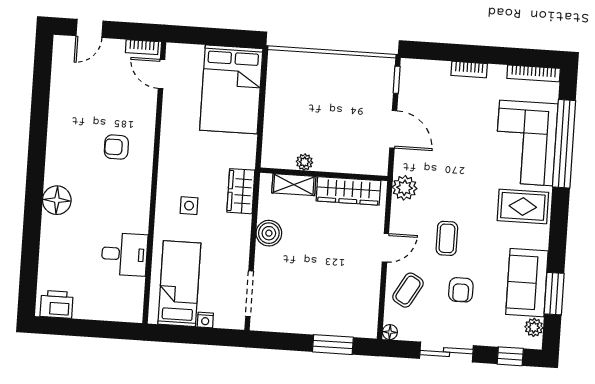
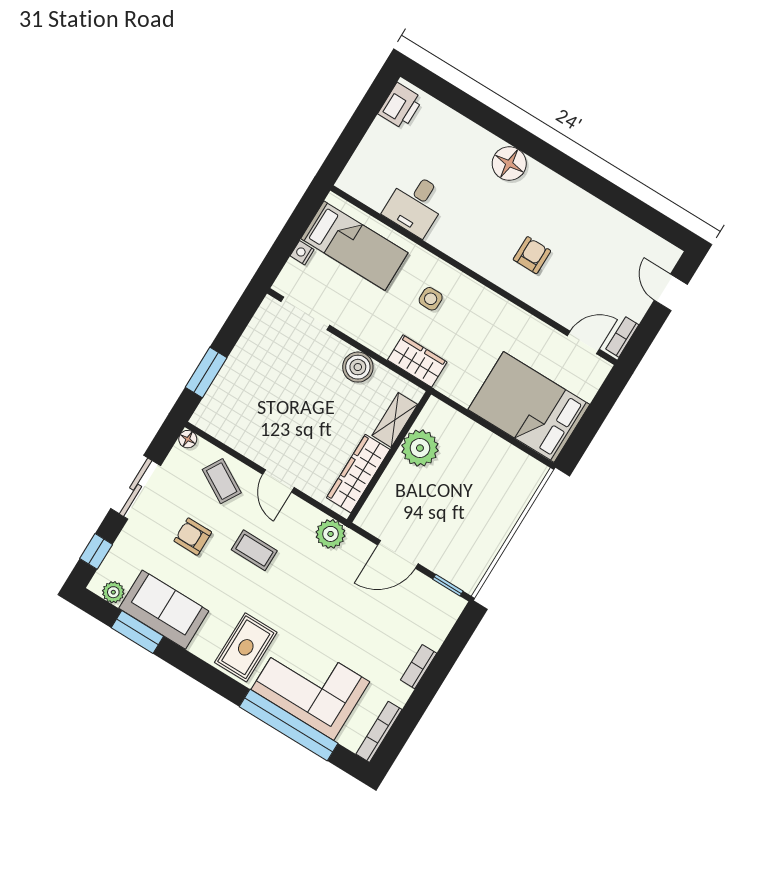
plant: (304, 162) -> (420, 448), width x1.88, depth x1.88

